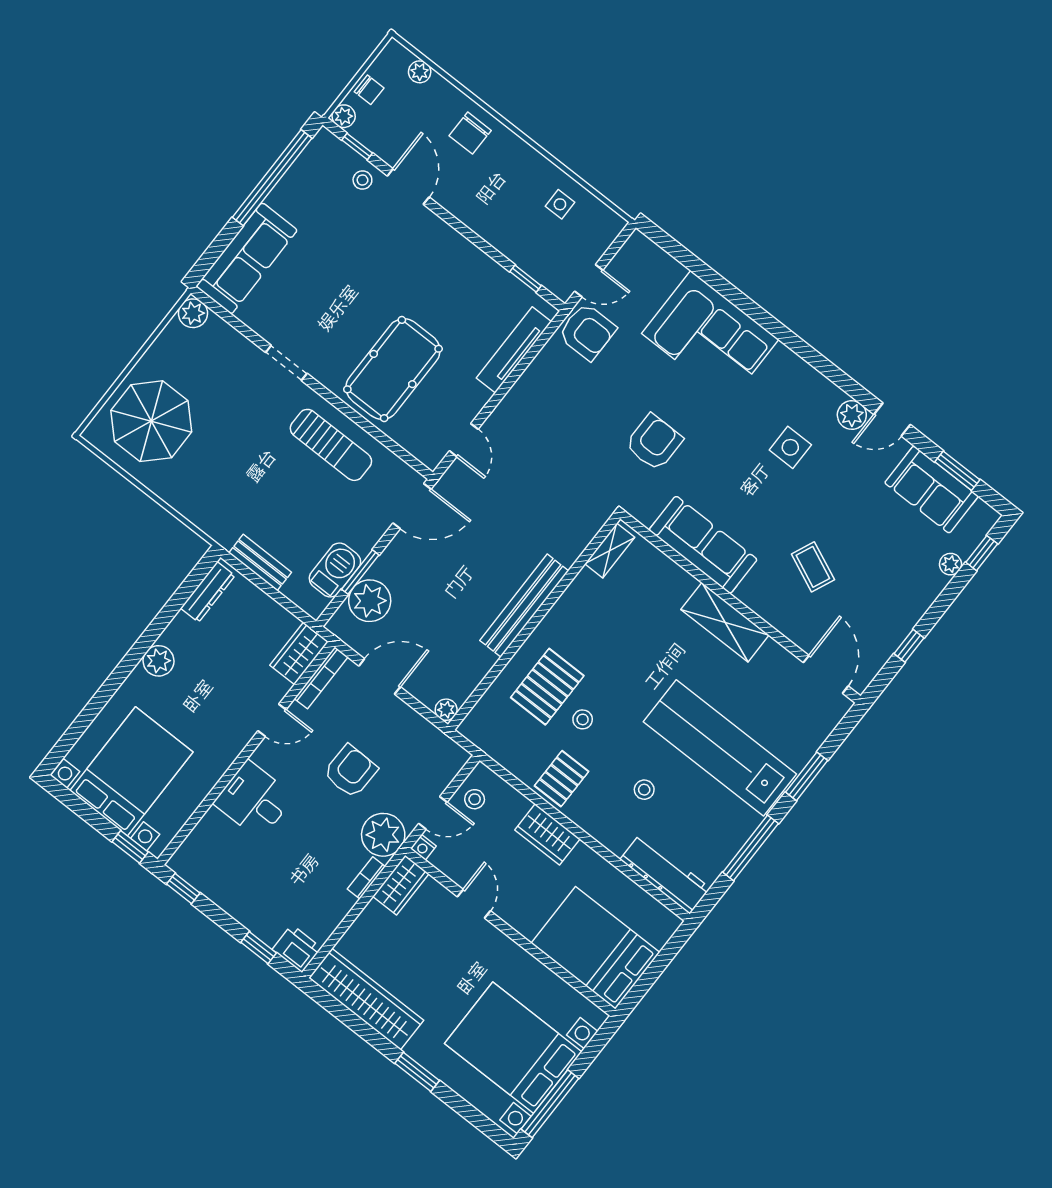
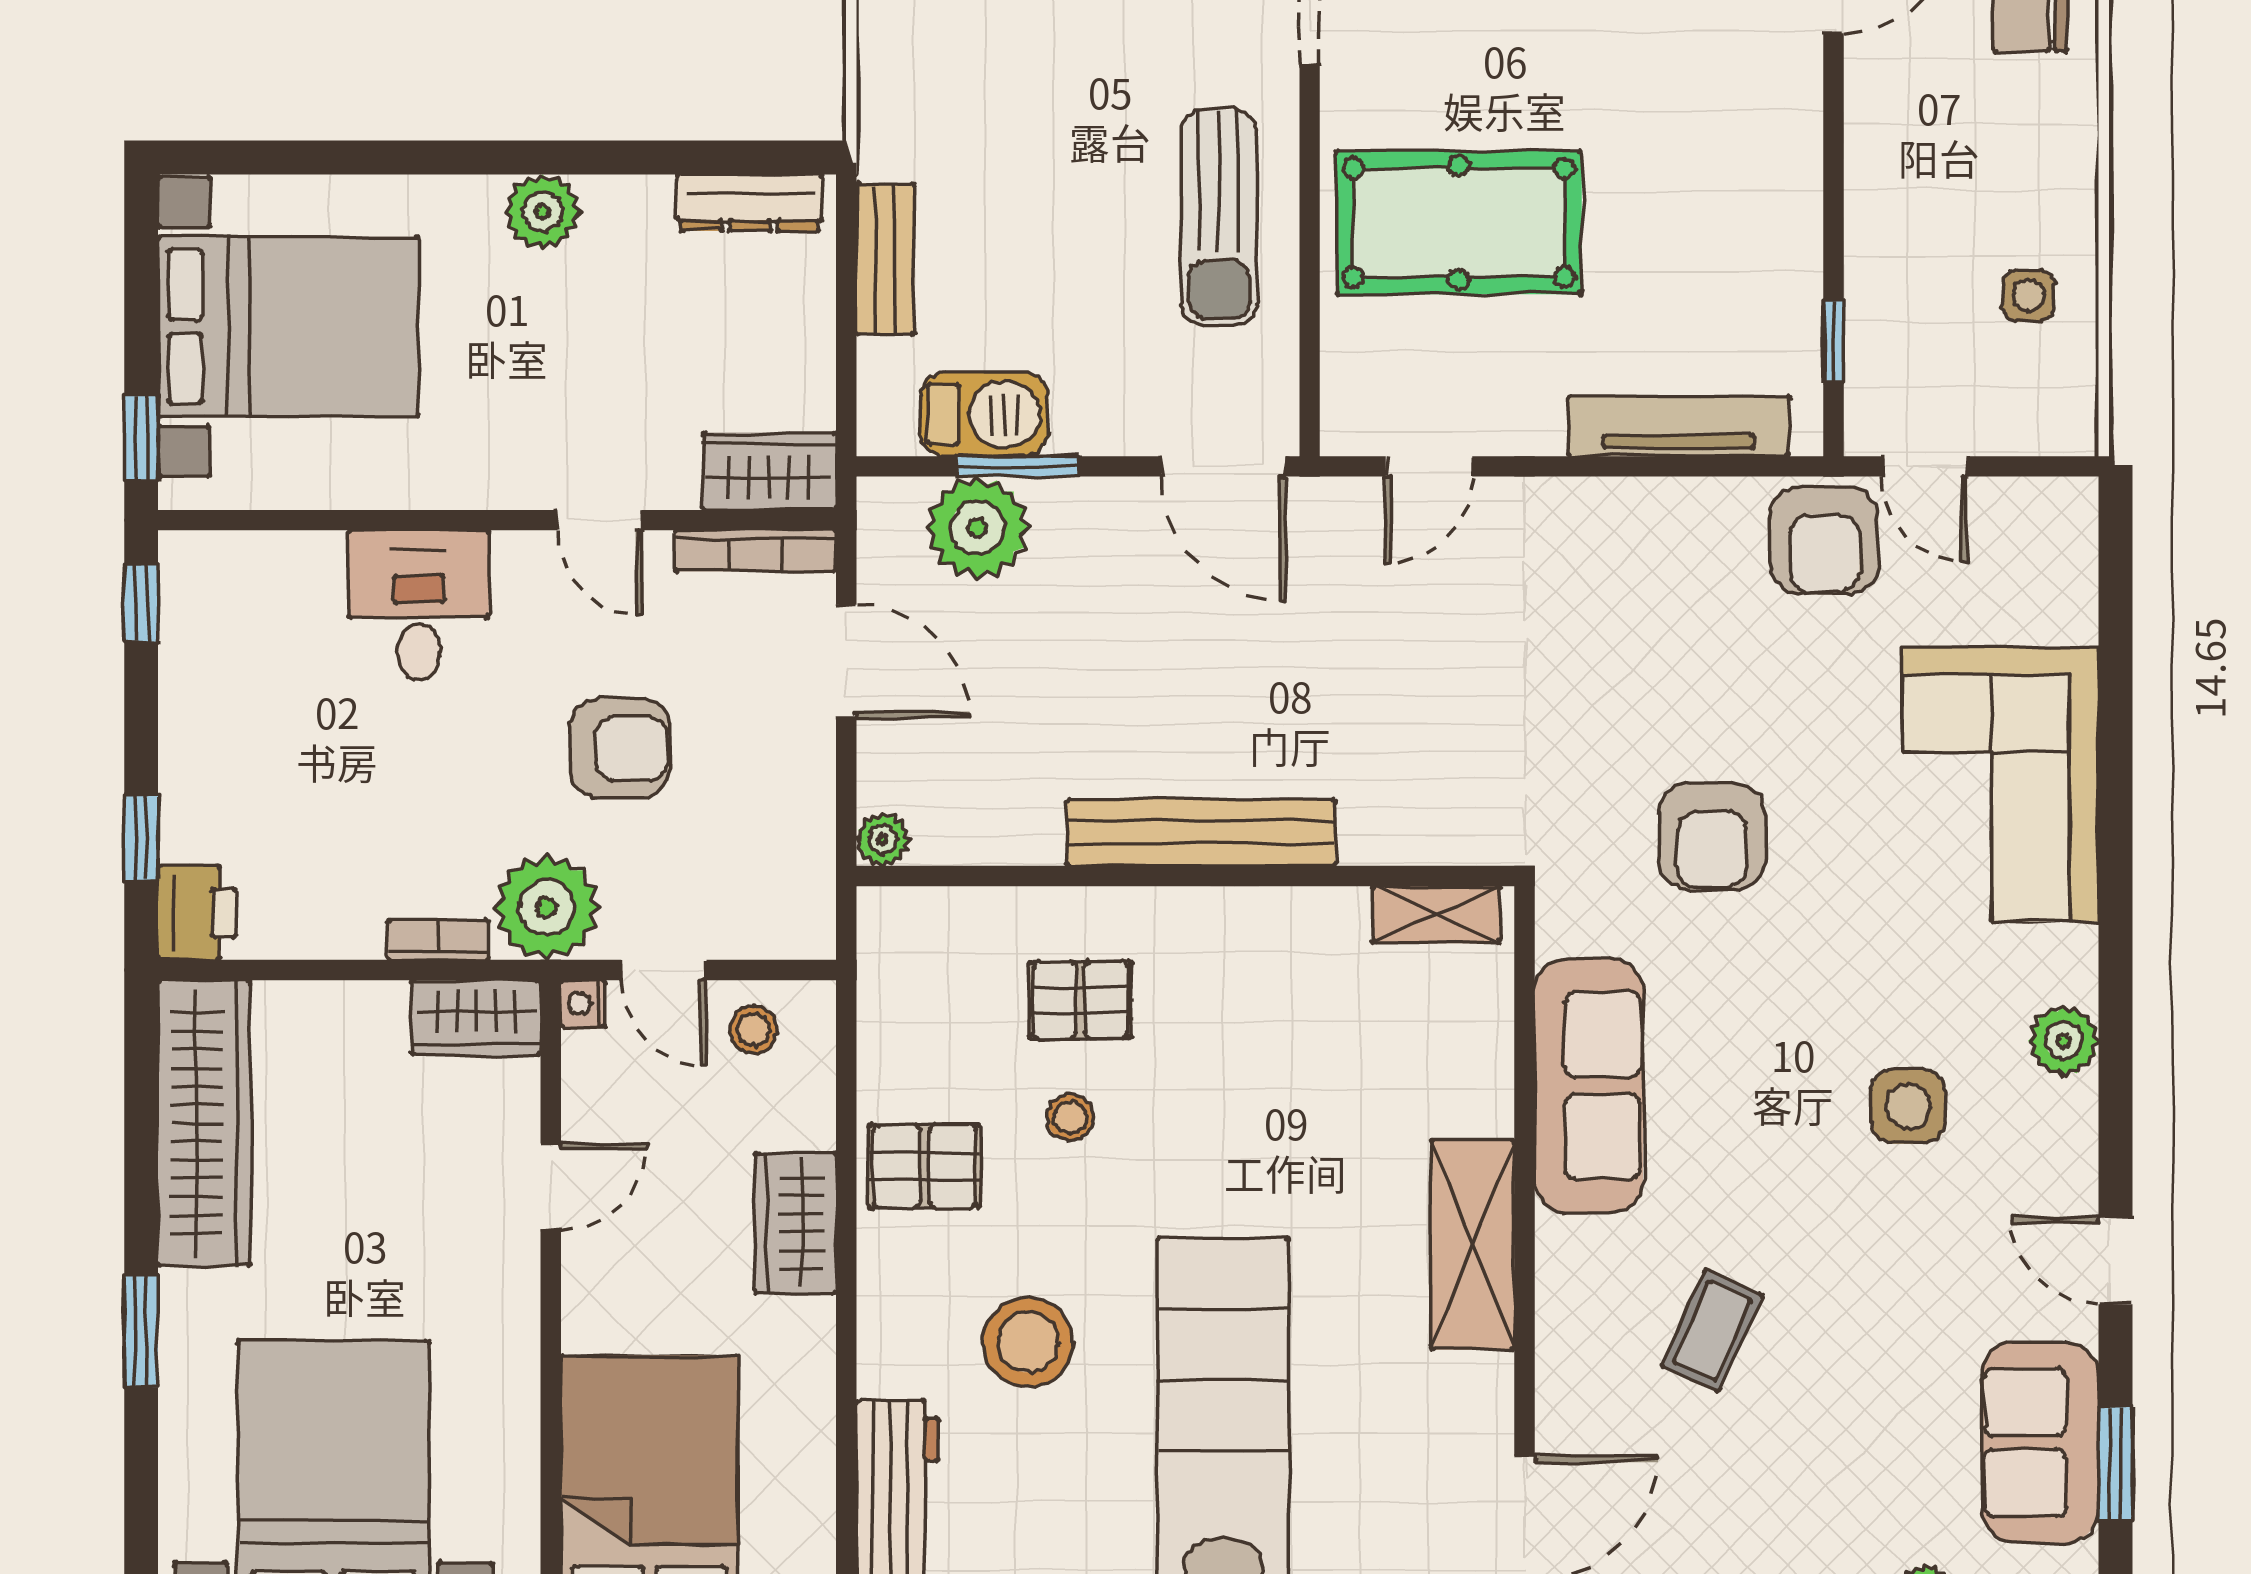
plant: (852, 415) -> (2063, 1041), moved
armchair: (654, 442) -> (1712, 836), turned 90
pallet: (547, 687) -> (1080, 1000), width x0.67, depth x0.71
stool: (644, 790) -> (1028, 1342), width x1.89, depth x1.89

